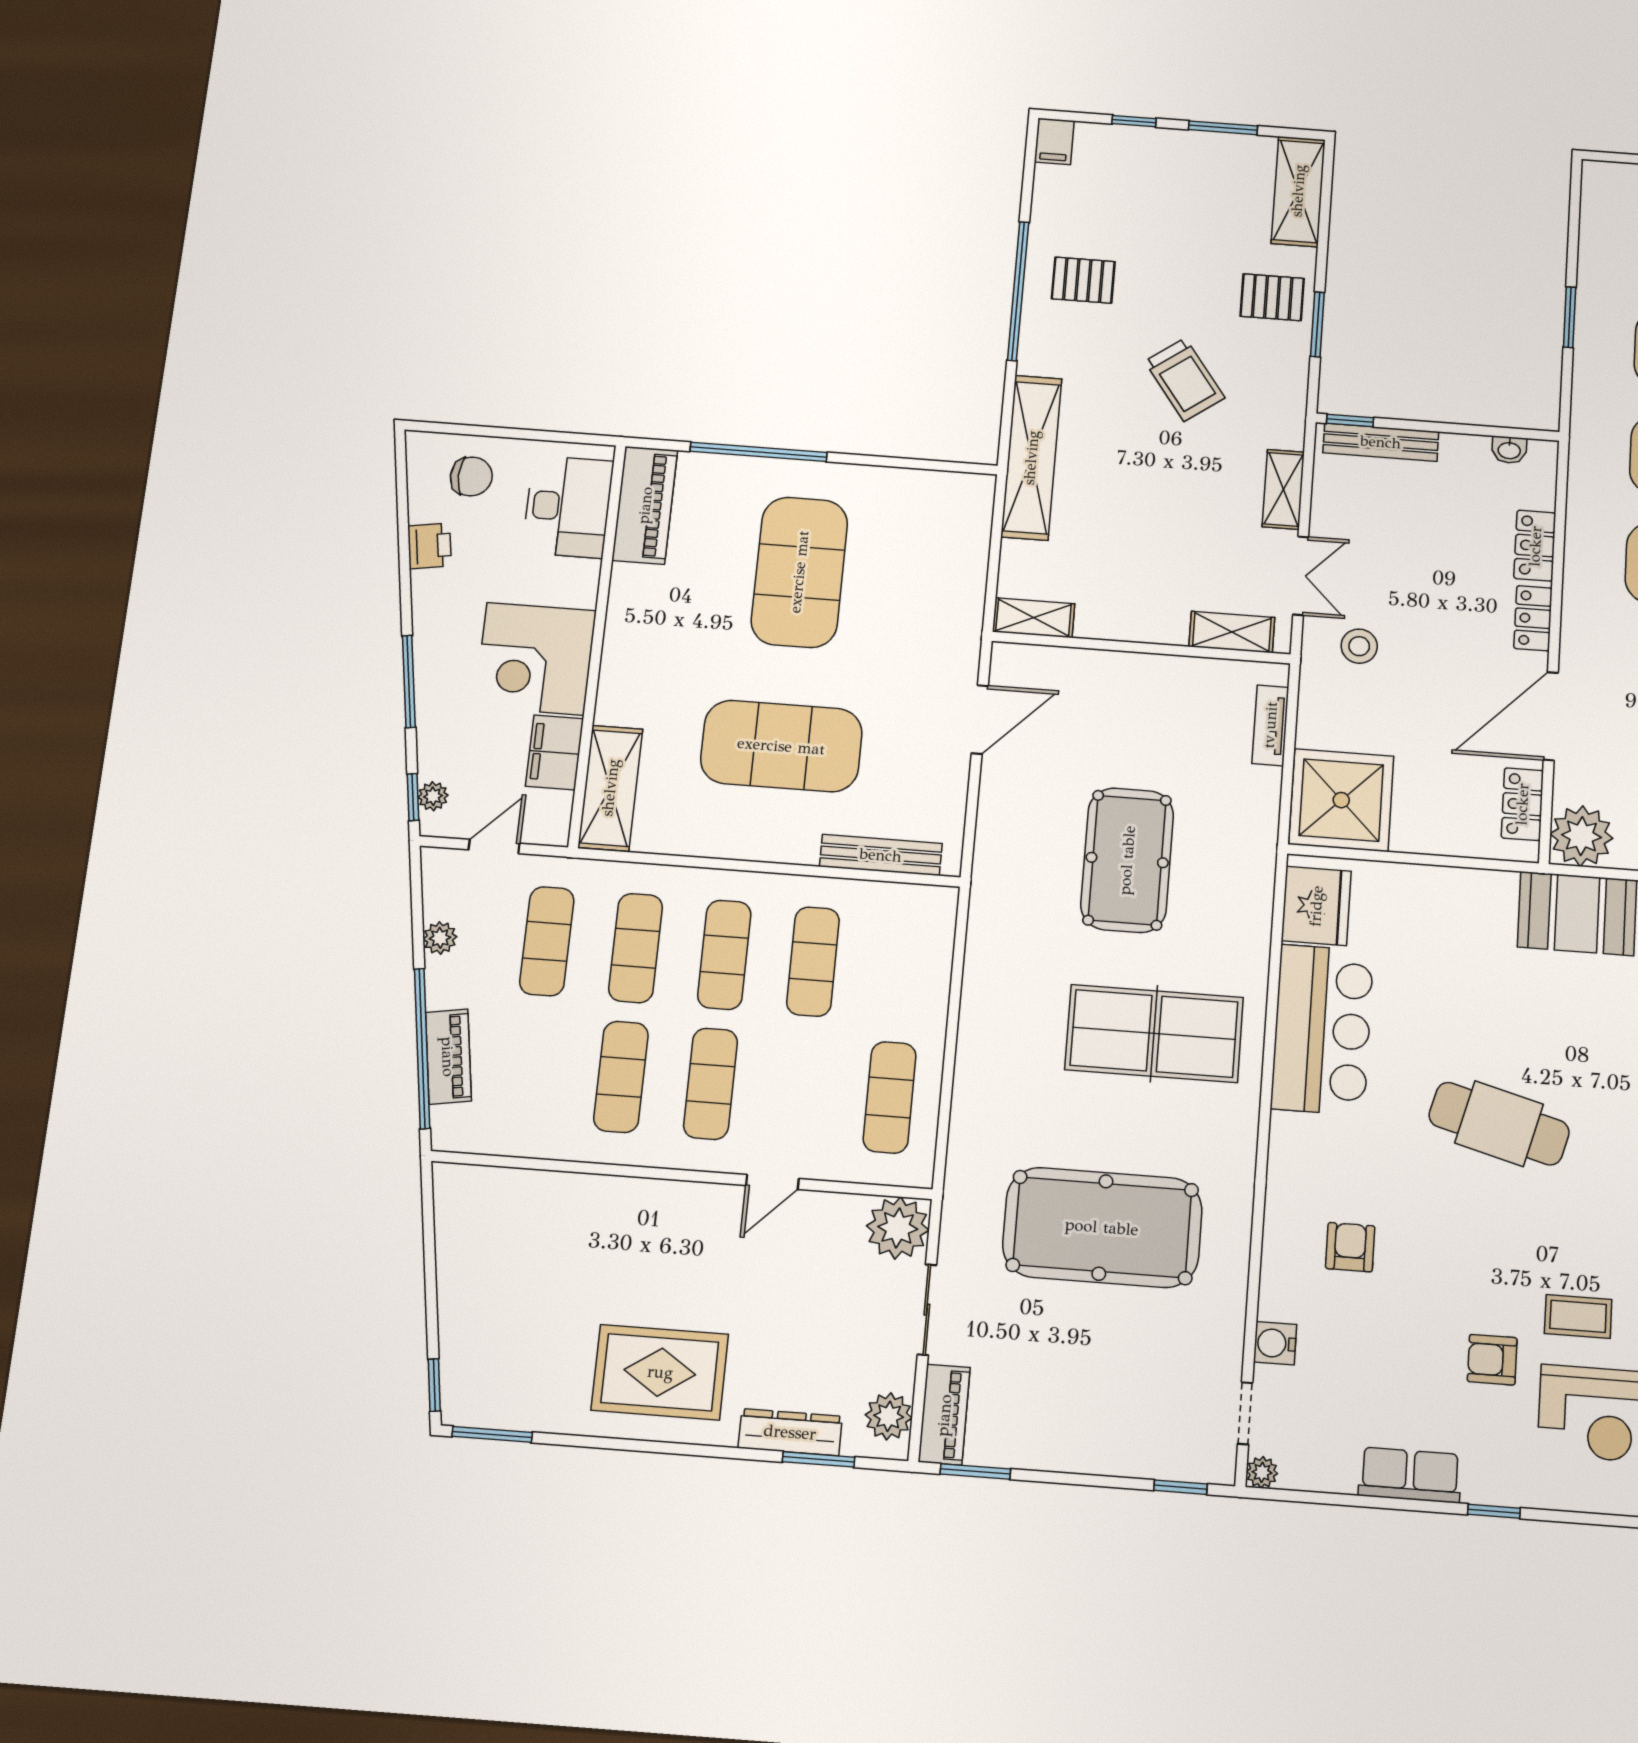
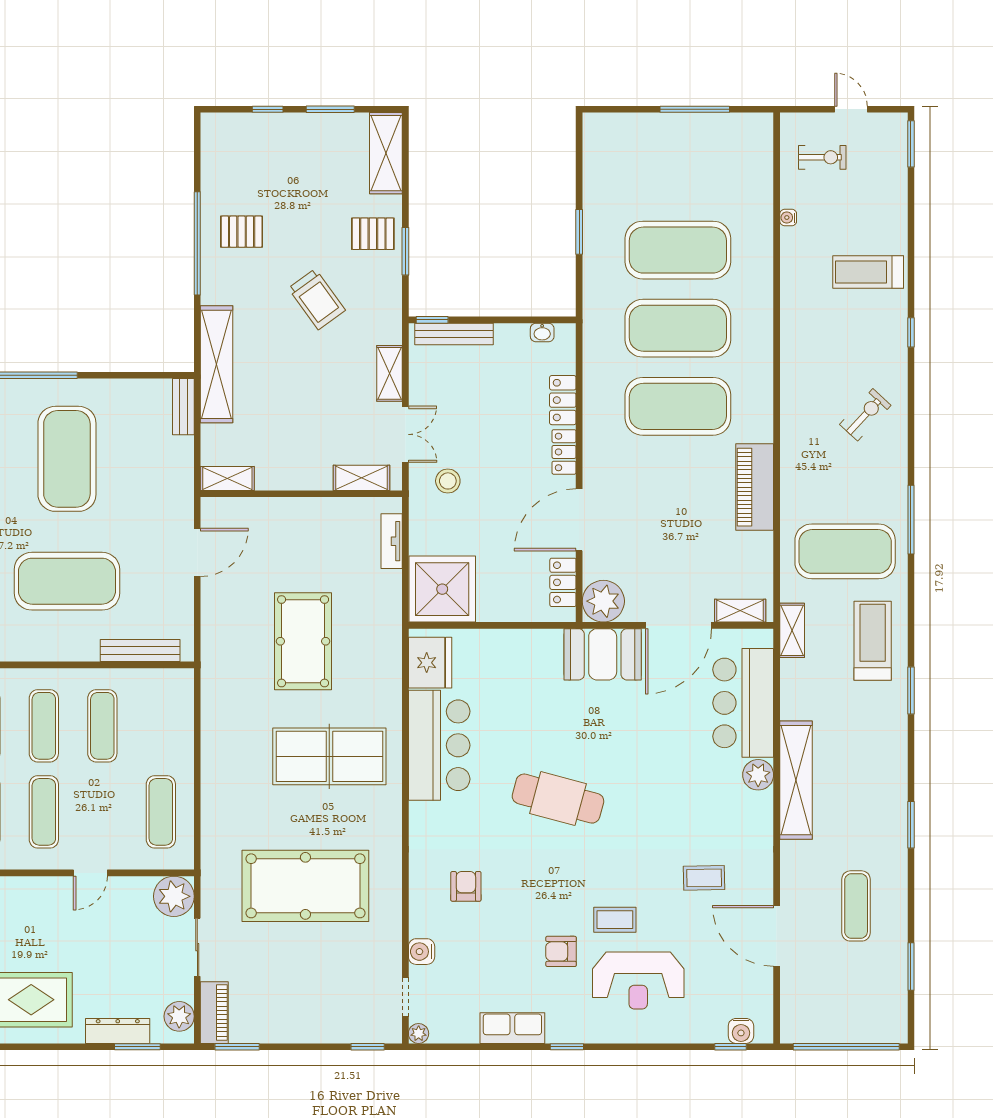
filing cabinet: (1054, 141) -> (213, 129), removed
bench: (978, 512) -> (183, 407), added

